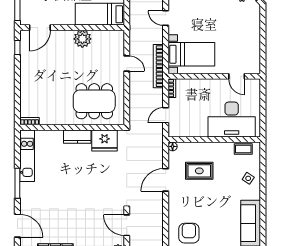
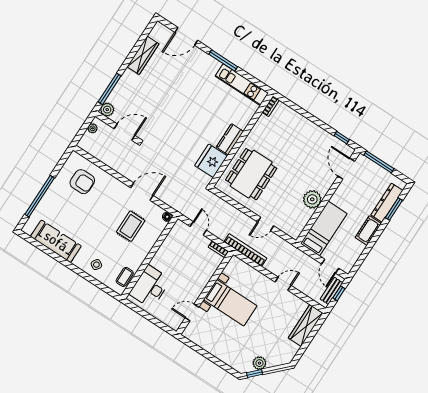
bed with nightstands: (191, 54) -> (230, 303), moved, turned -90
desk: (232, 119) -> (150, 287), width x0.73, depth x0.77
door: (166, 180) -> (142, 192), hinge flipped

